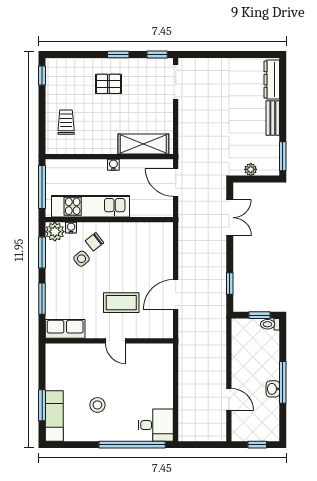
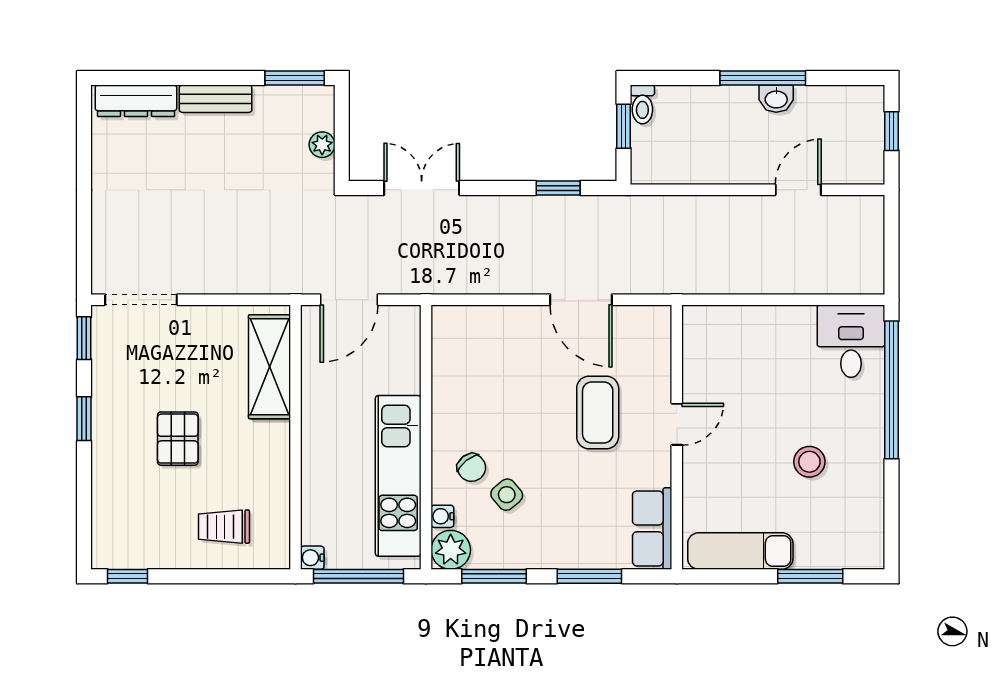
pallet: (108, 84) -> (178, 439), moved
water cooler: (113, 165) -> (312, 558), moved
exam couch: (54, 416) -> (740, 551), moved

